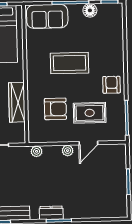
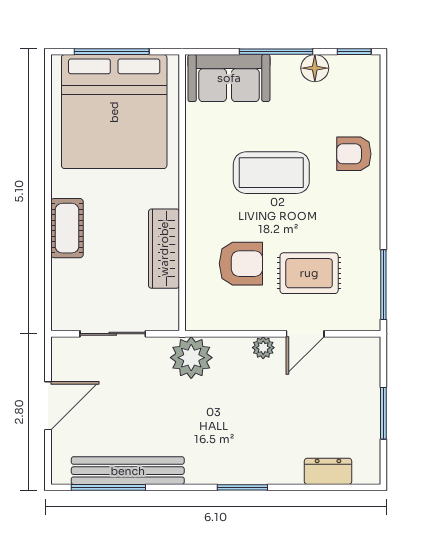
armchair: (112, 85) -> (354, 154), moved, turned -90
plant: (37, 151) -> (191, 358), width x1.87, depth x1.87
dresser: (51, 213) -> (328, 471), moved

